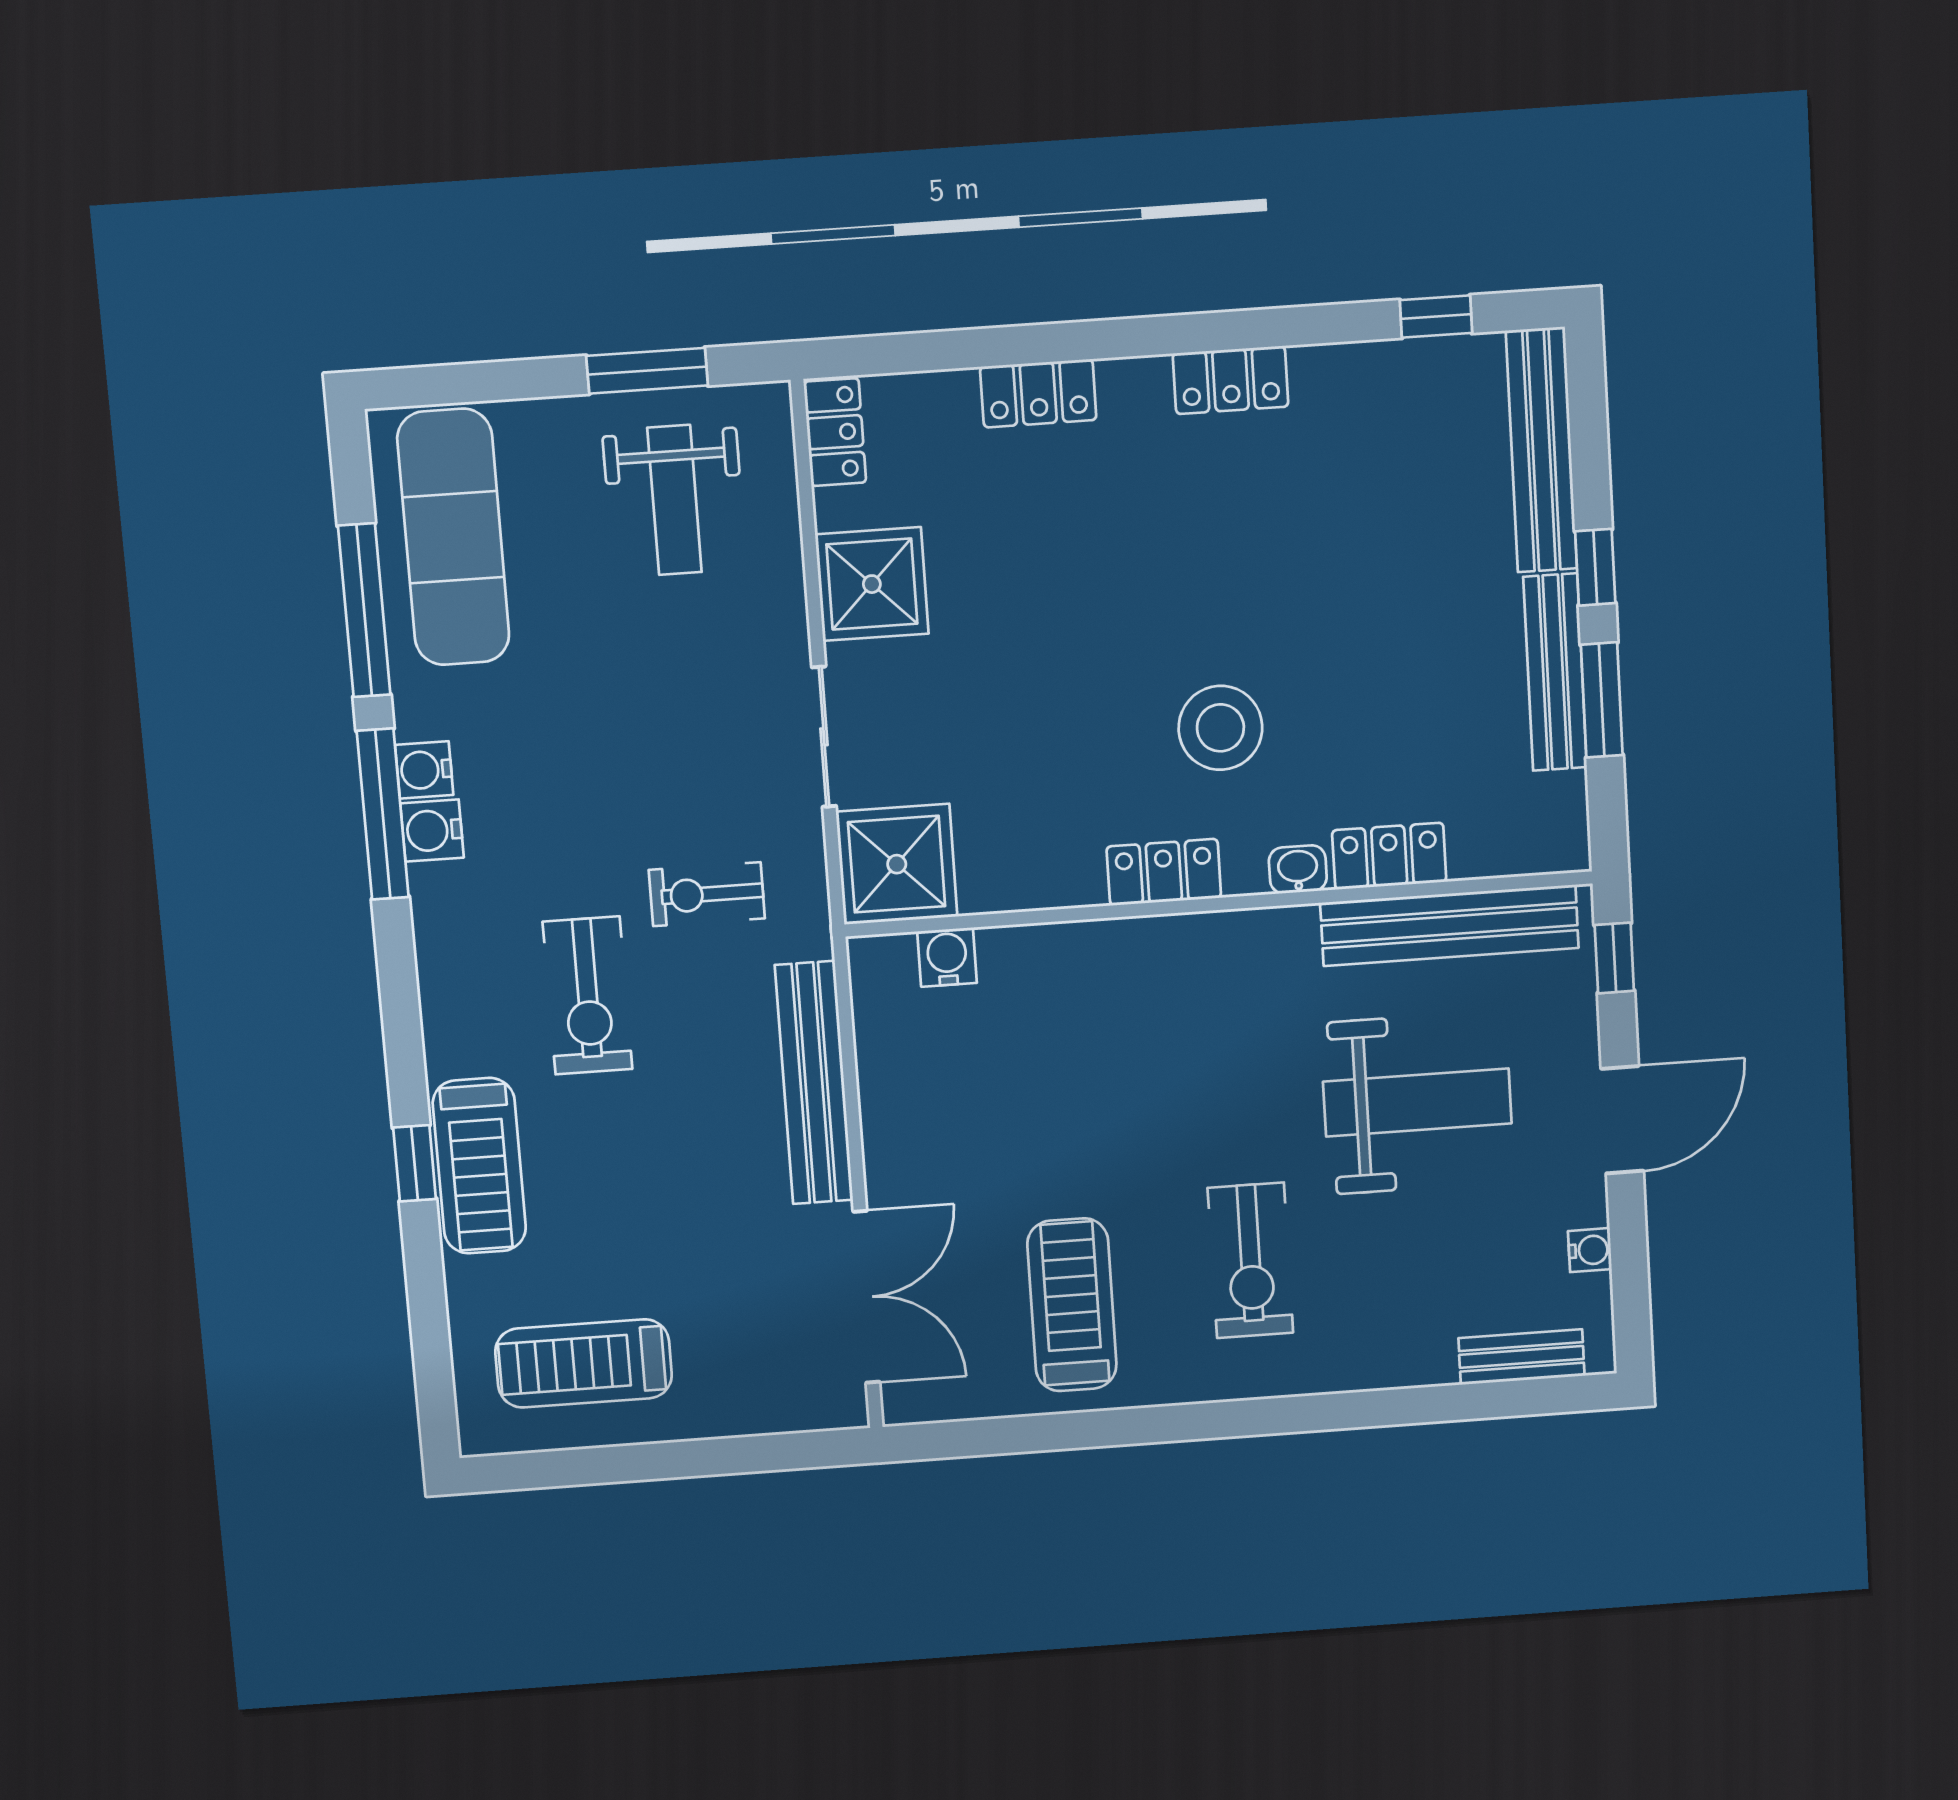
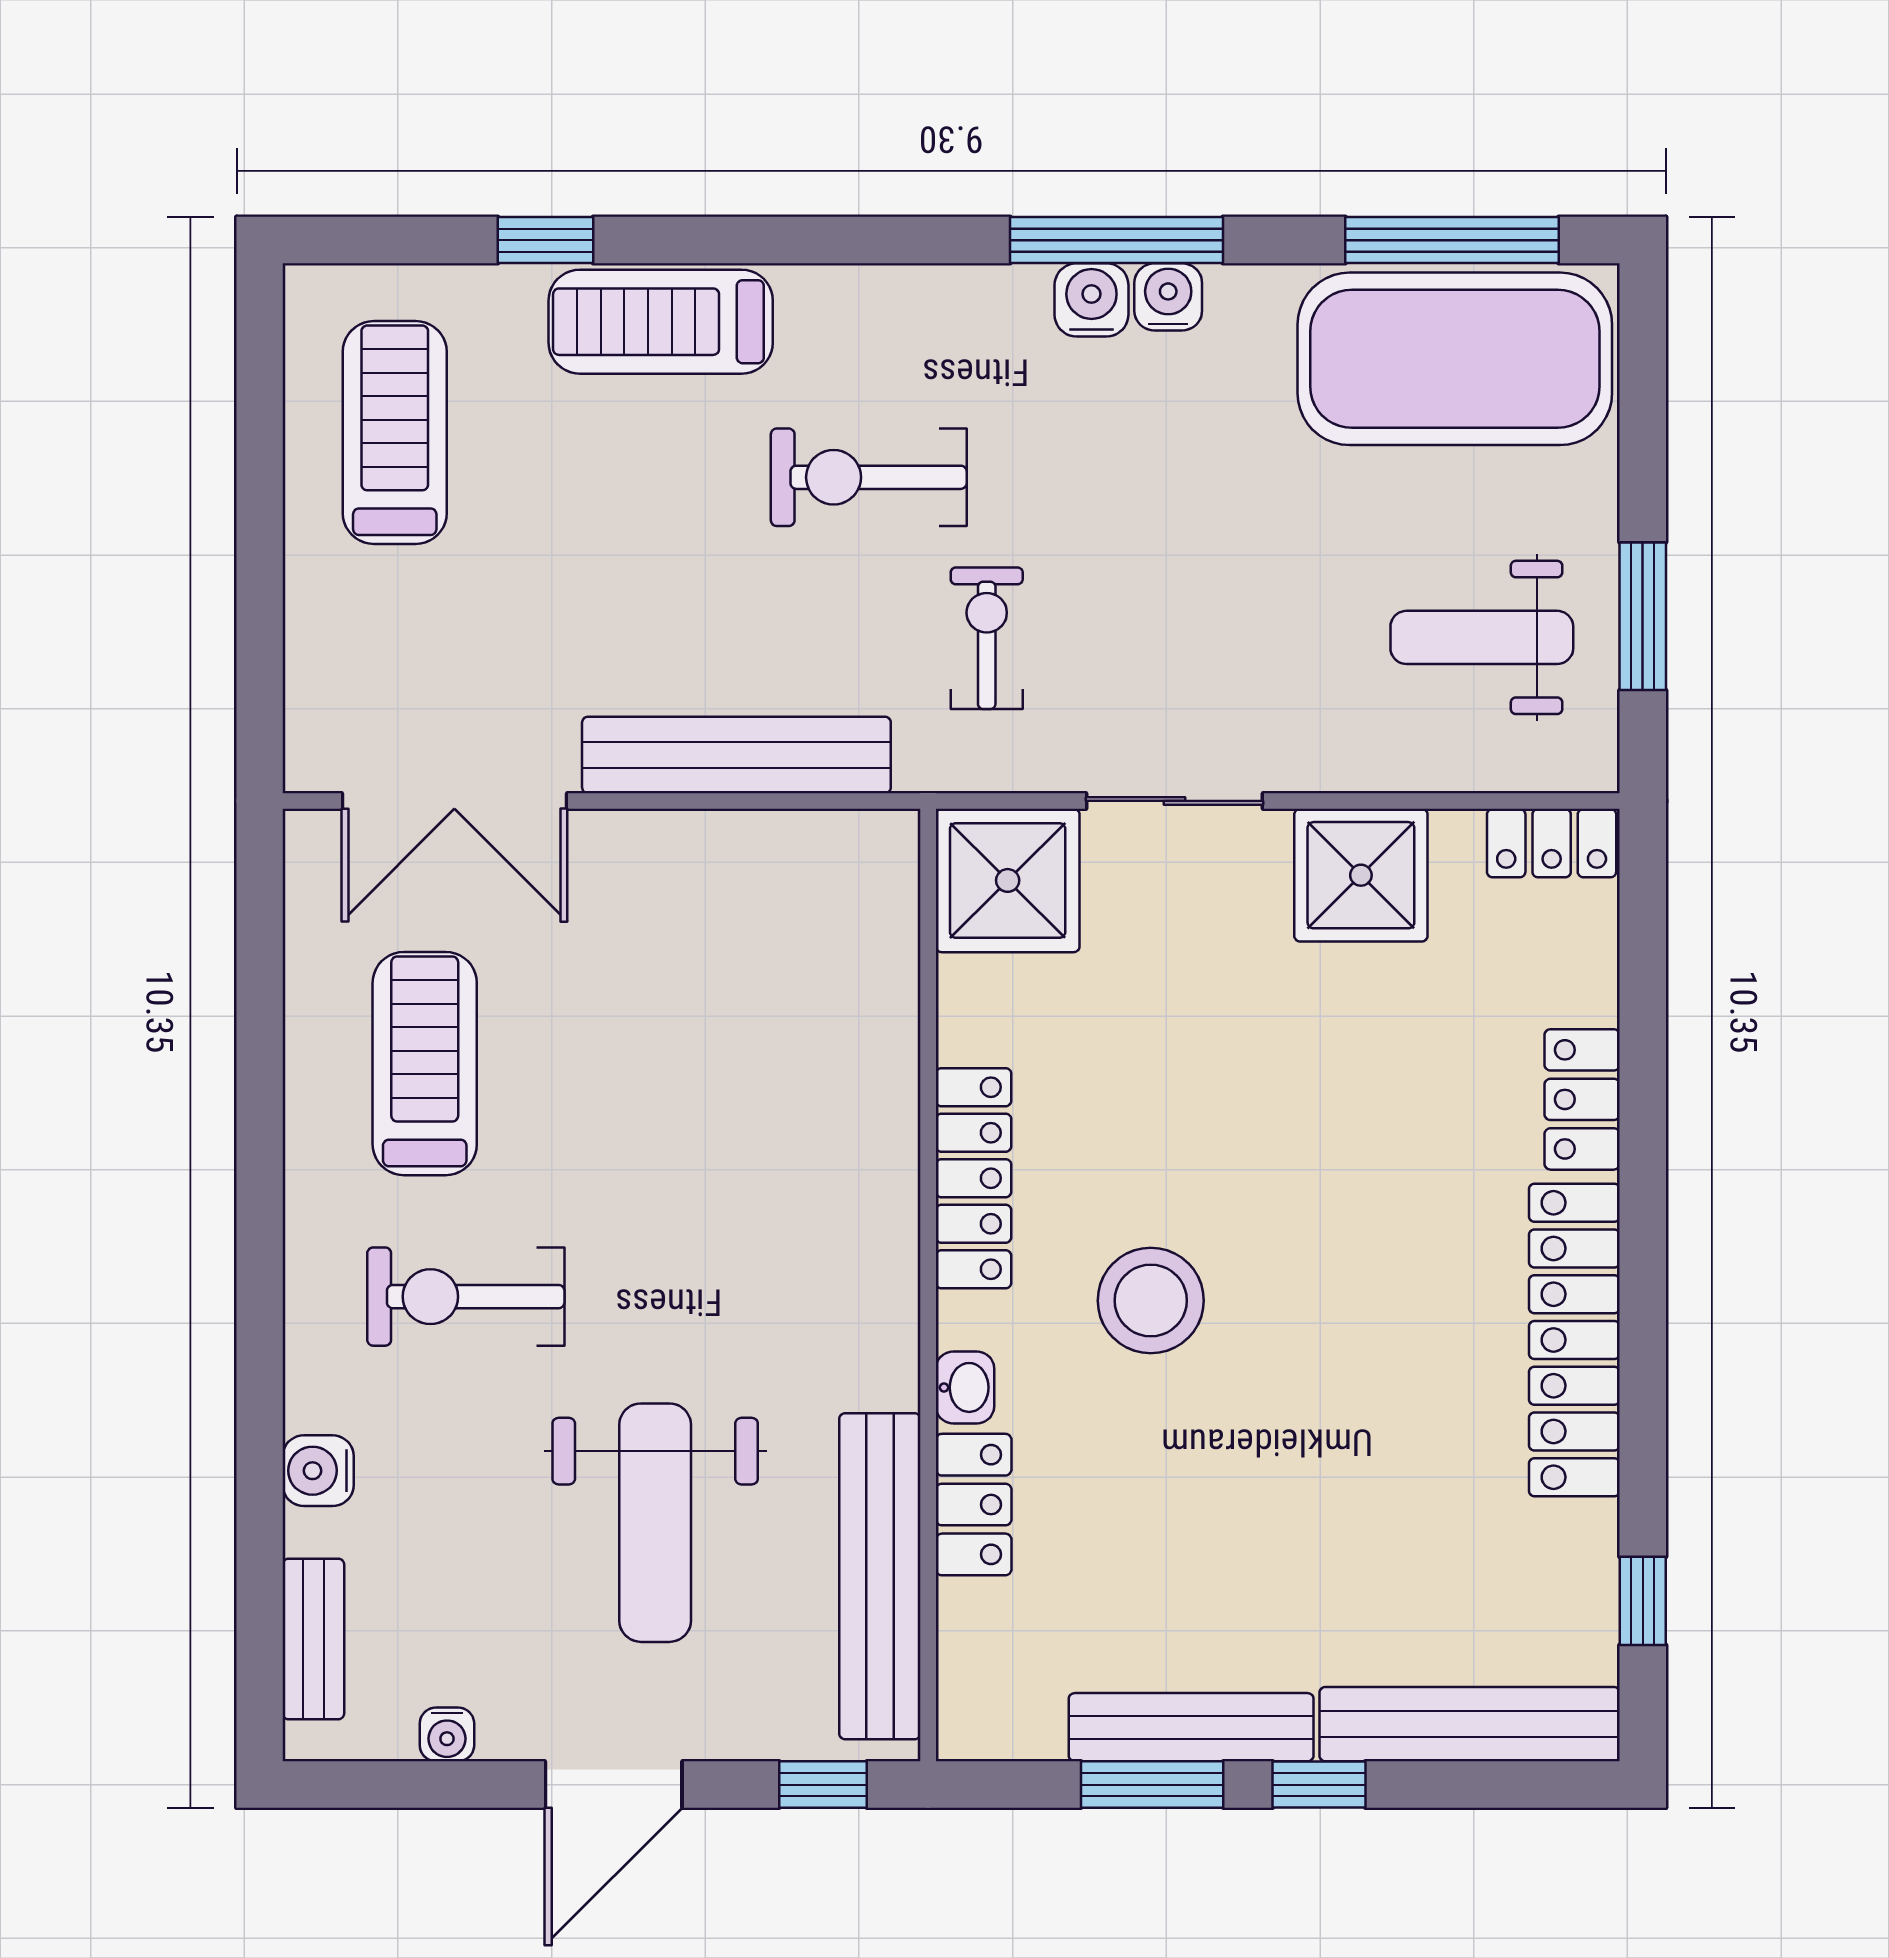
locker: (1230, 380) -> (1574, 1340), width x2.16, depth x1.21
exercise mat: (453, 537) -> (1455, 359), width x1.47
window: (364, 610) -> (1452, 240), moved
locker: (1164, 872) -> (973, 1178), width x1.53
water cooler: (947, 957) -> (318, 1471), moved, turned 180
door: (1622, 1120) -> (614, 1785), hinge flipped
window: (415, 1163) -> (545, 240), moved
treadmill: (1072, 1305) -> (425, 1064), turned -90

